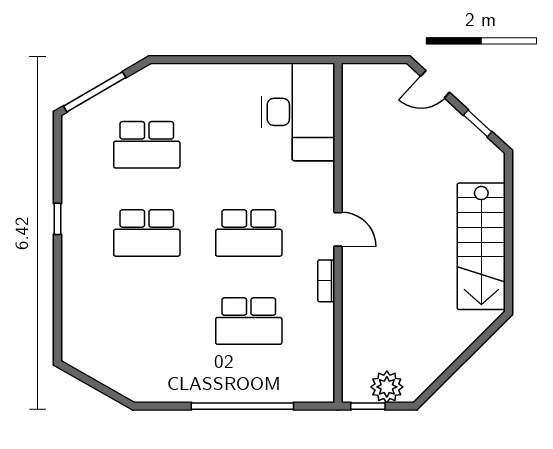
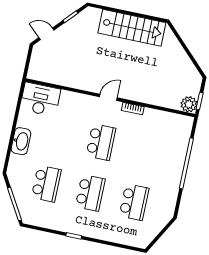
washbasin: (218, 79) -> (21, 141), added
door: (435, 84) -> (46, 34), swing flipped
desk: (298, 112) -> (40, 99), width x0.73, depth x0.77
school desk: (249, 321) -> (134, 202), moved
plant: (387, 387) -> (189, 104), moved

